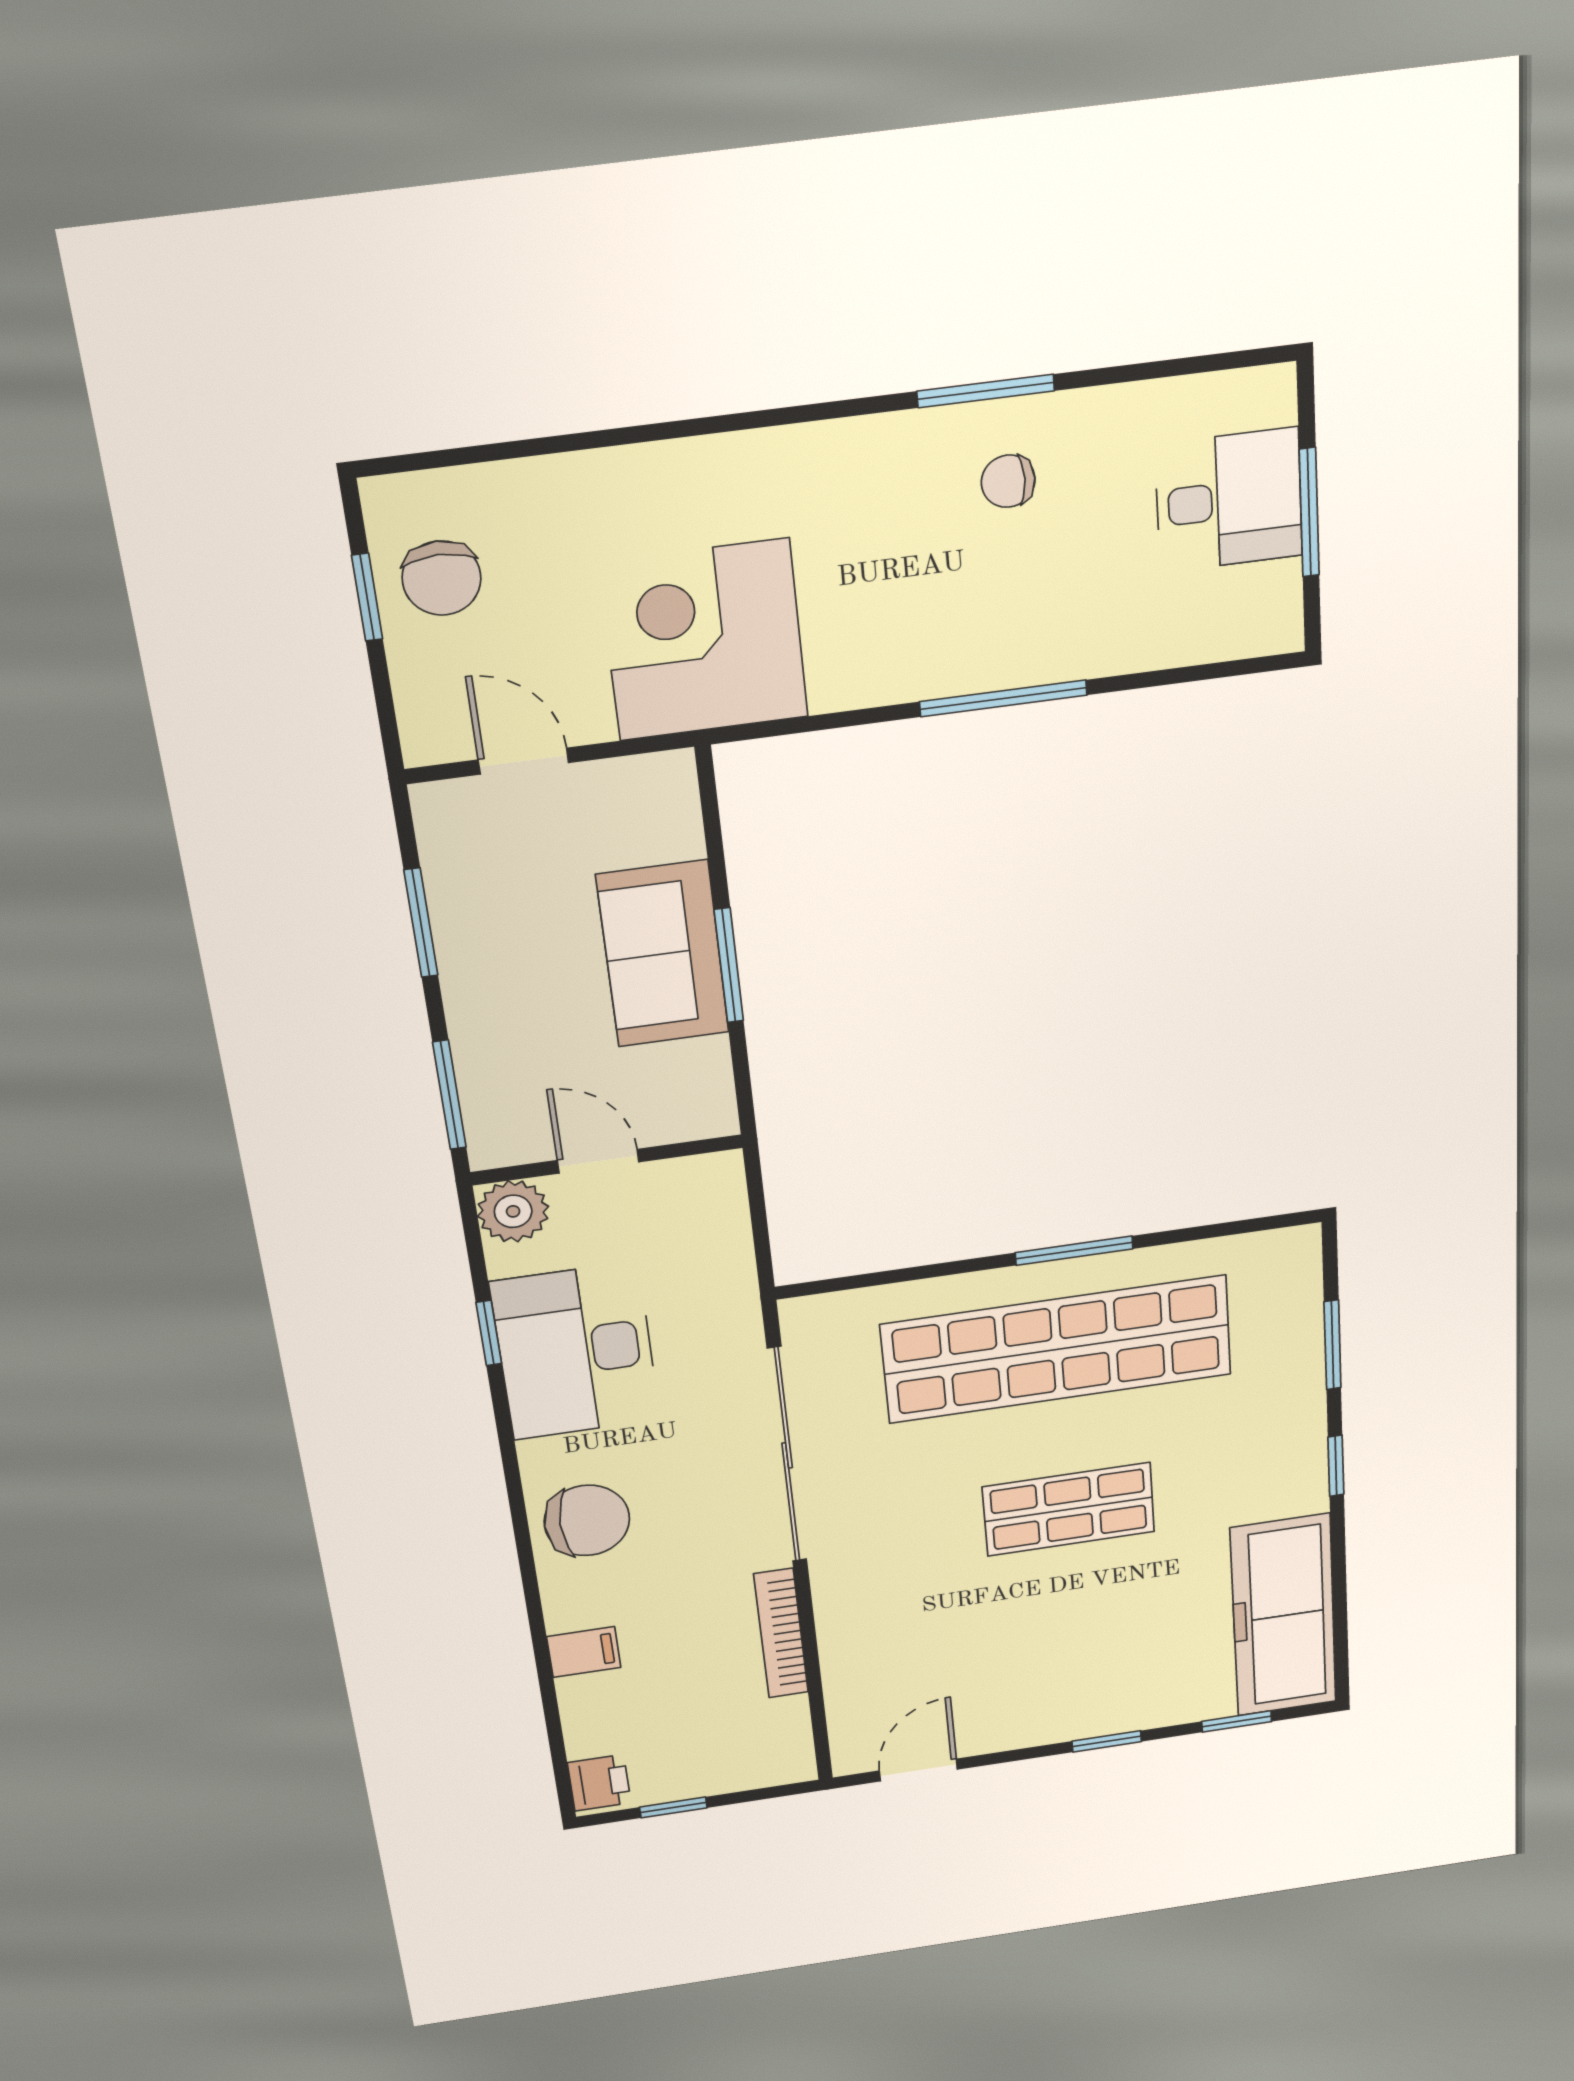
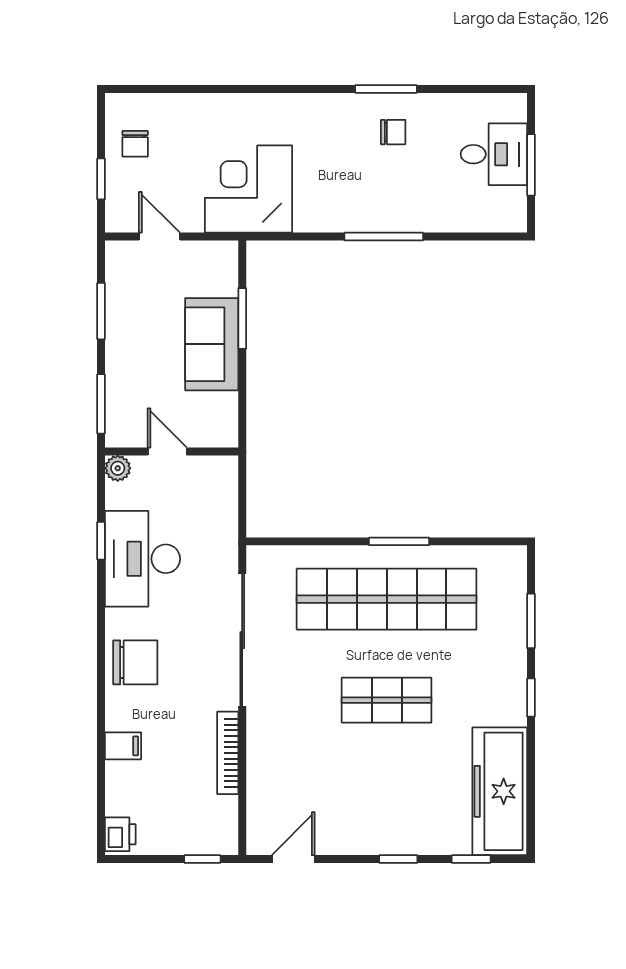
chair: (1008, 481) -> (393, 132), turned 180
chair: (441, 578) -> (135, 144), width x0.73, depth x0.73
window: (367, 597) -> (101, 179), moved
window: (729, 965) -> (242, 318), moved
plant: (513, 1211) -> (118, 468), width x0.73, depth x0.73
window: (673, 1807) -> (202, 859), moved

